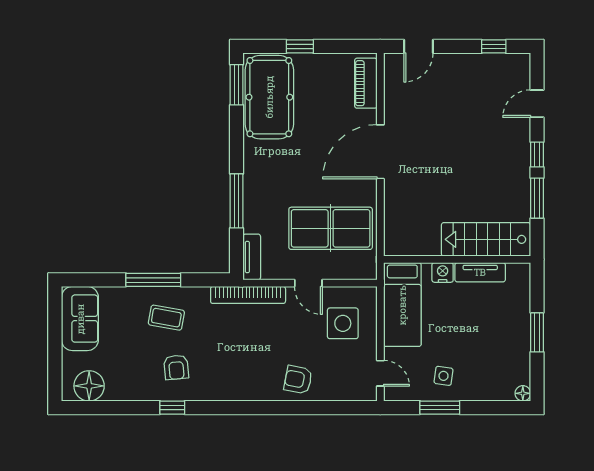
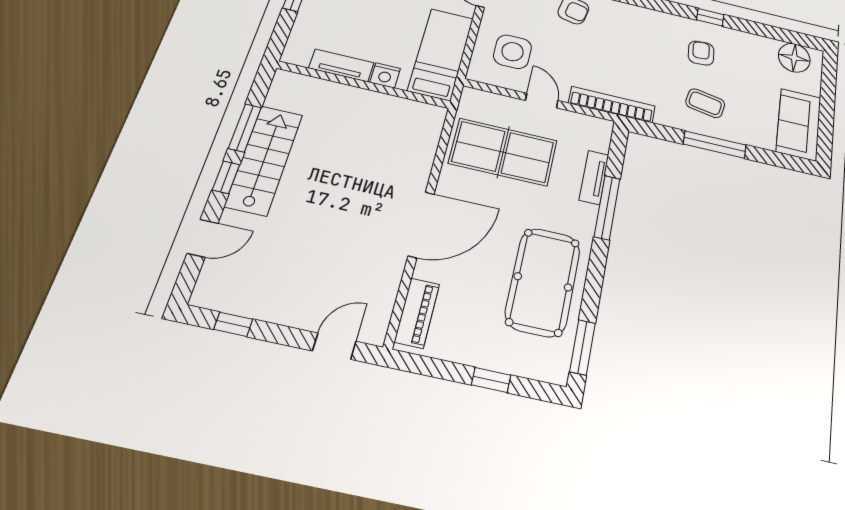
pool table: (269, 97) -> (543, 282), moved
stairs: (486, 239) -> (264, 160), moved, turned -90
tv unit: (252, 257) -> (594, 177), moved

